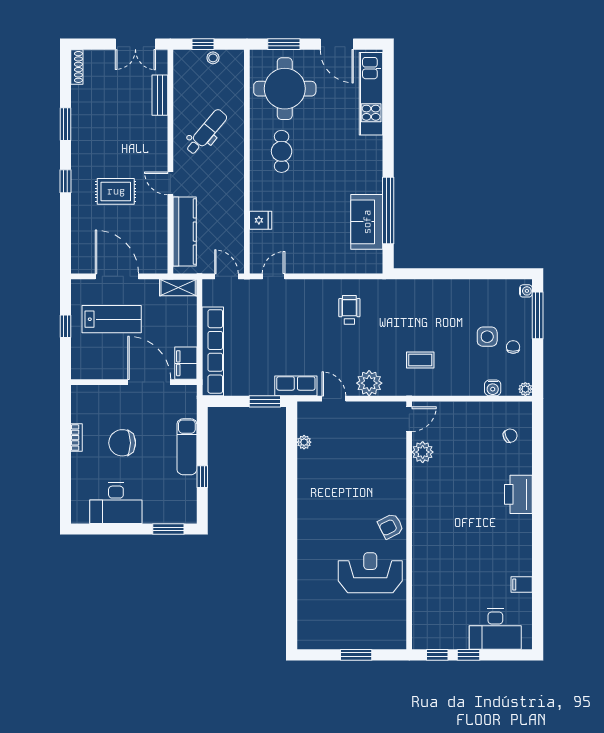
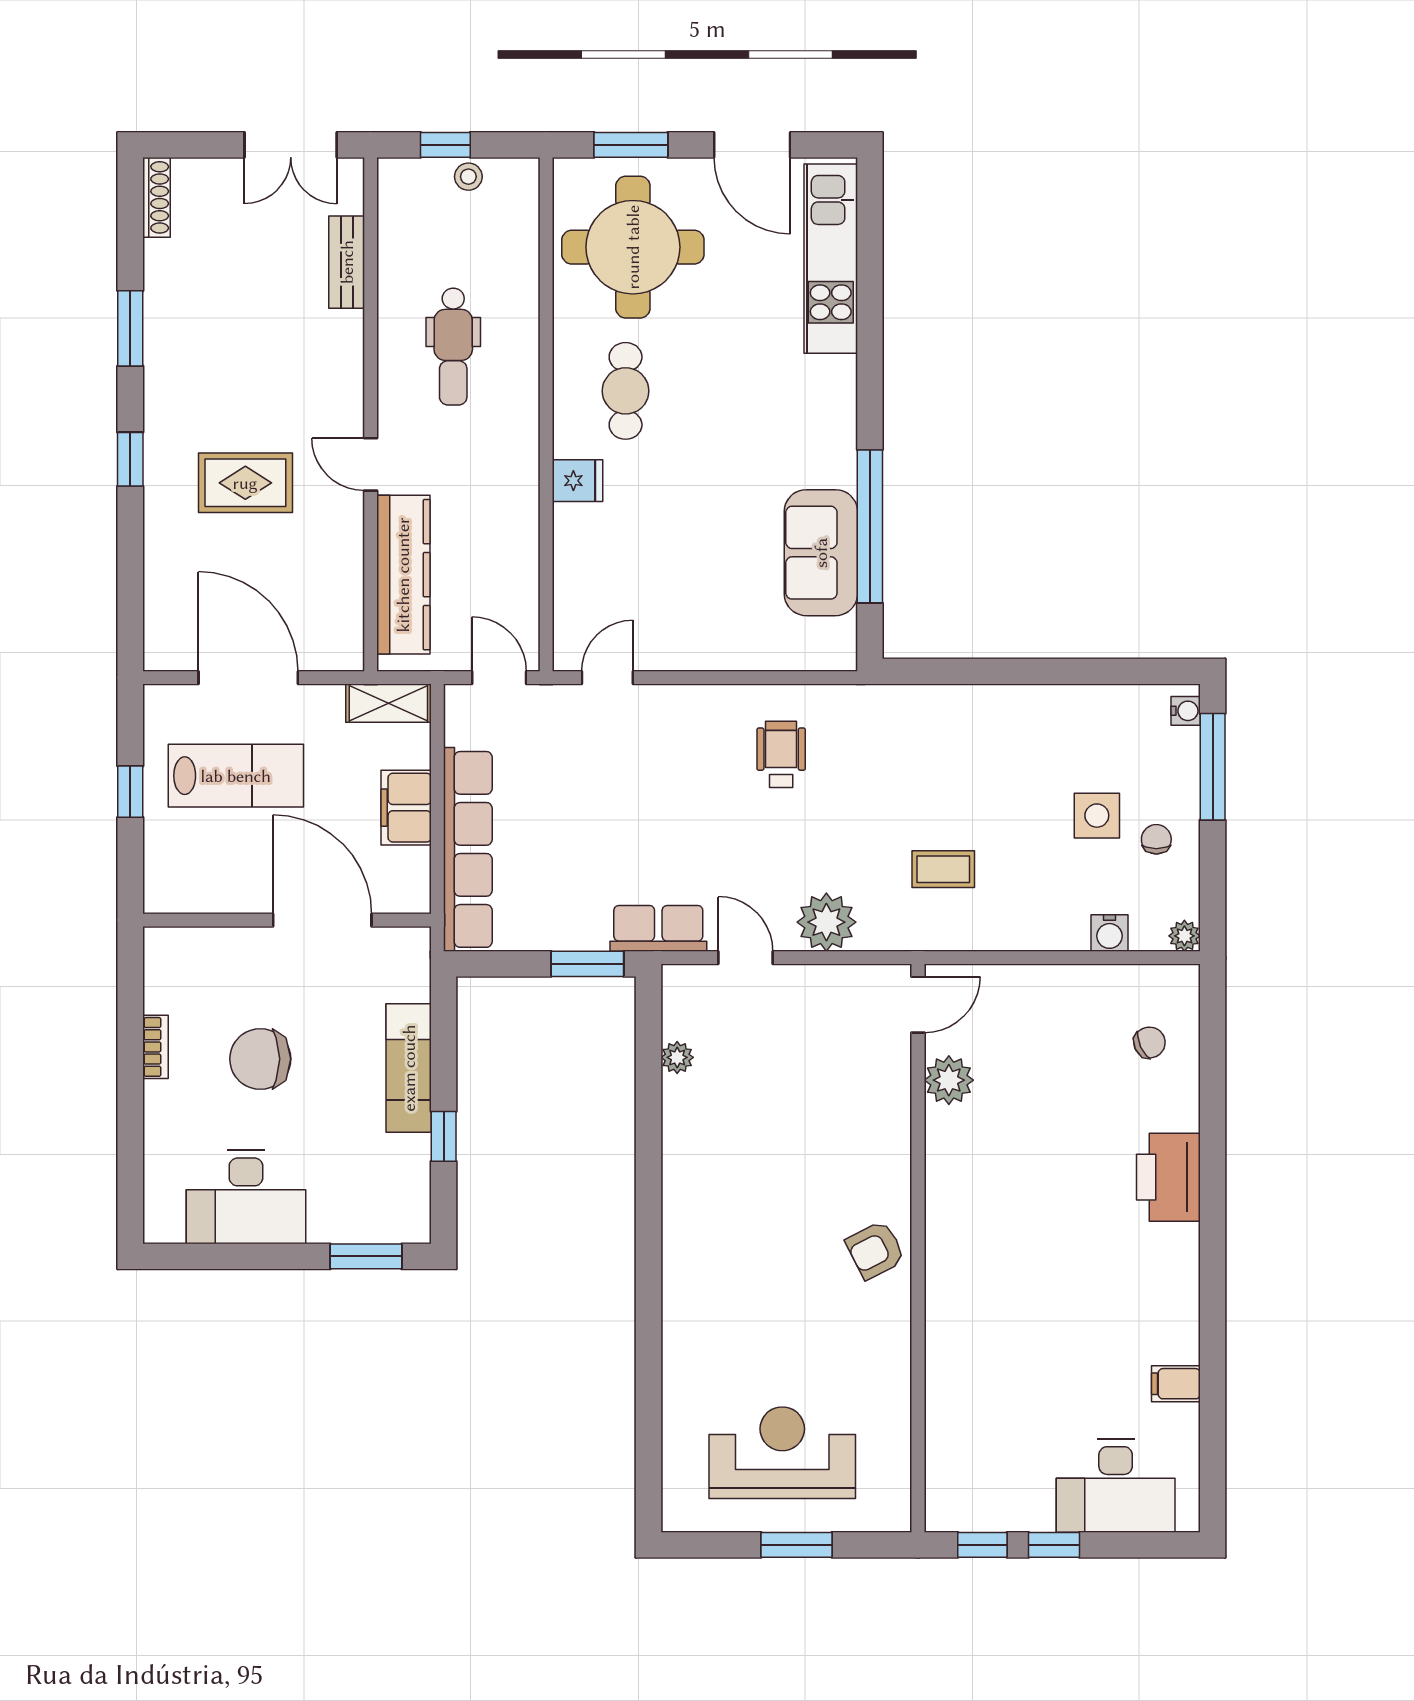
dental chair: (206, 132) -> (453, 347), turned 140
fridge: (261, 220) -> (577, 481), moved
filing cabinet: (186, 363) -> (406, 808), moved
reception desk: (370, 573) -> (782, 1453), moved

